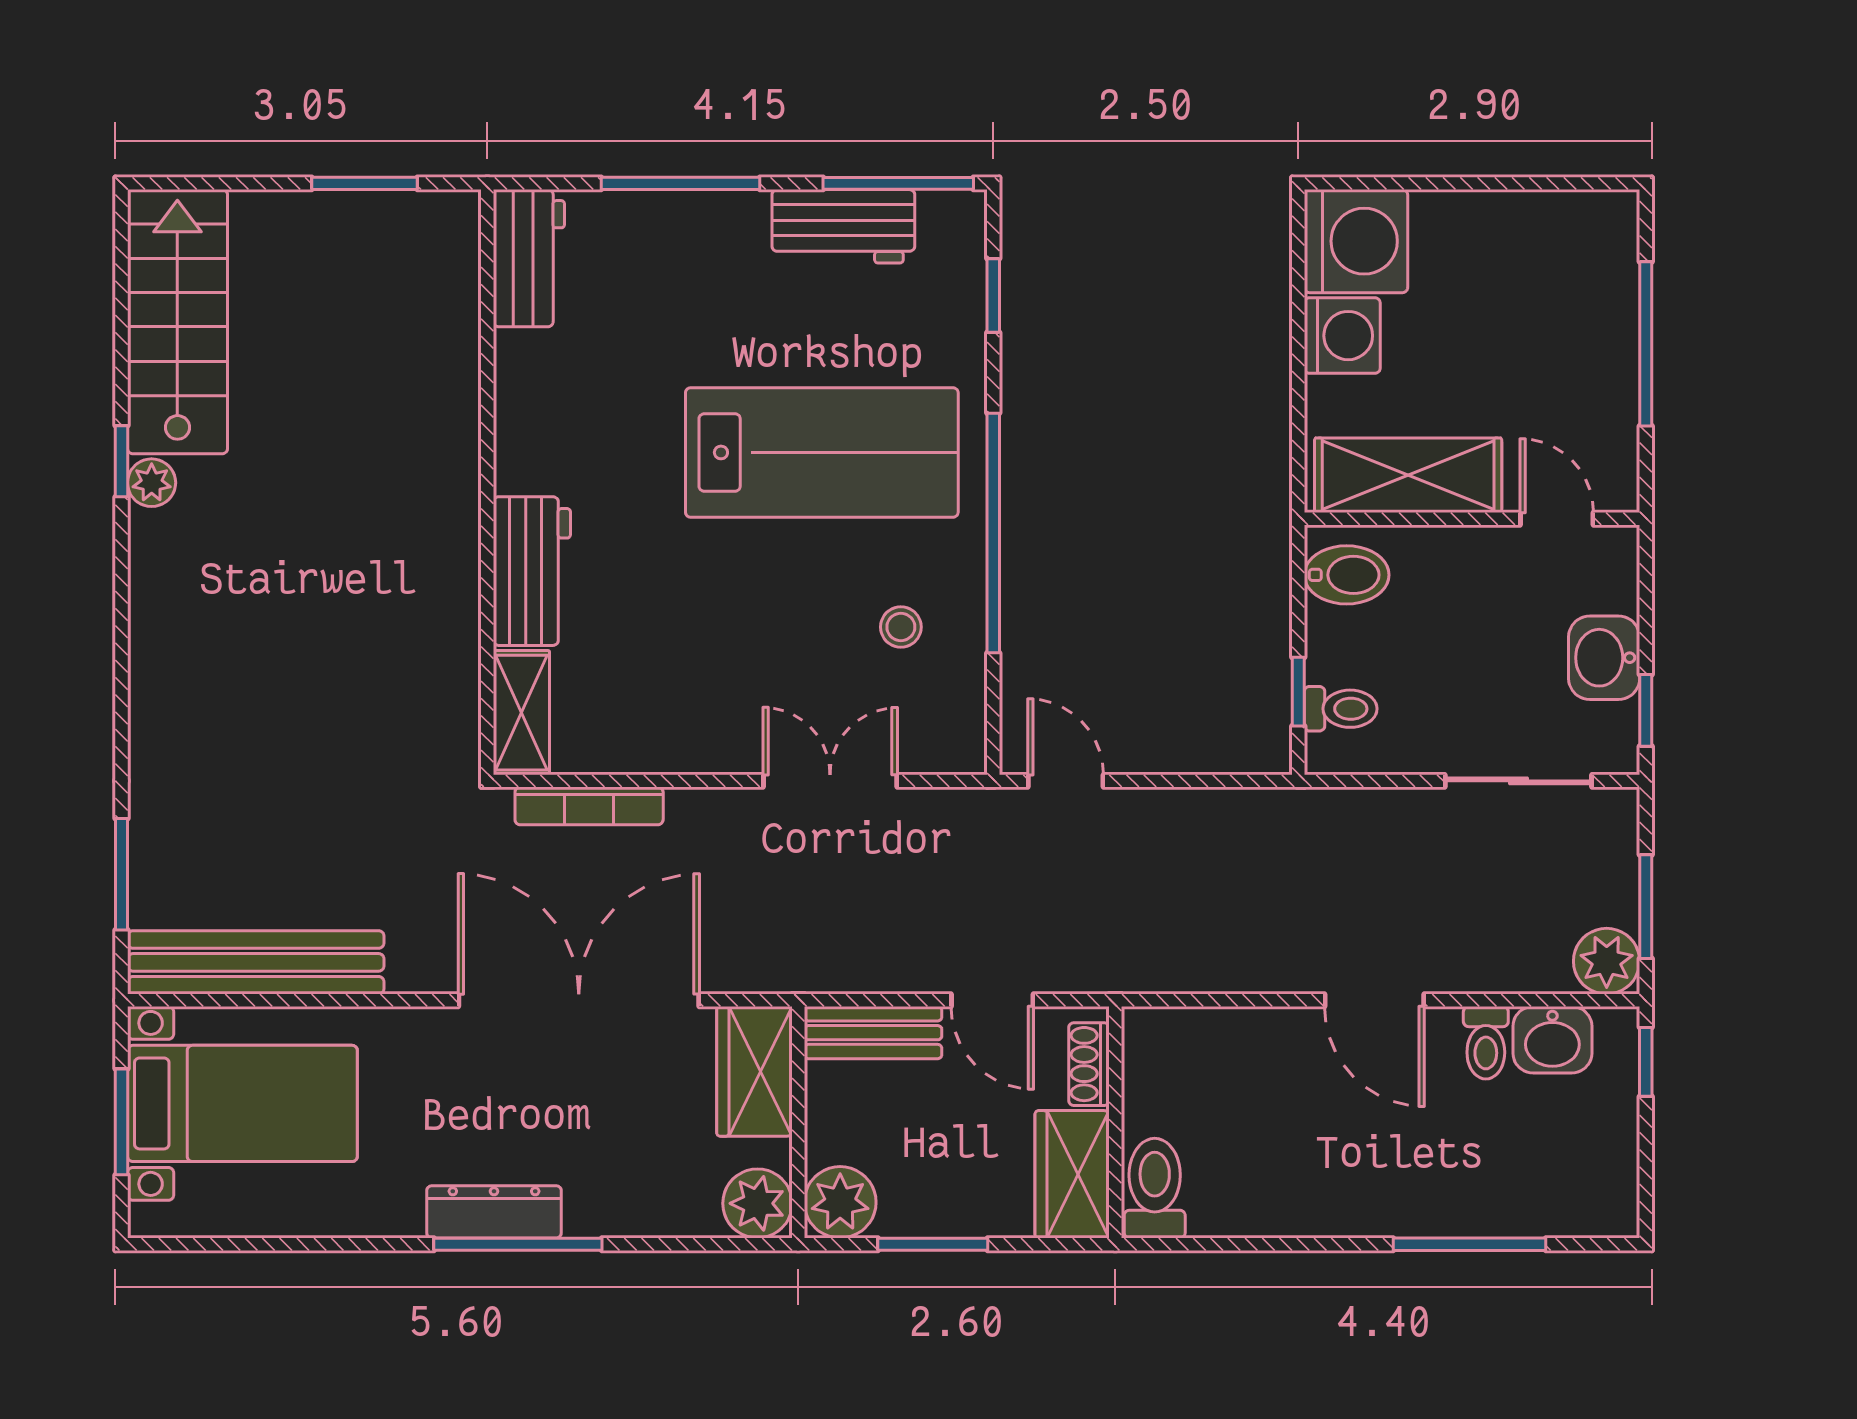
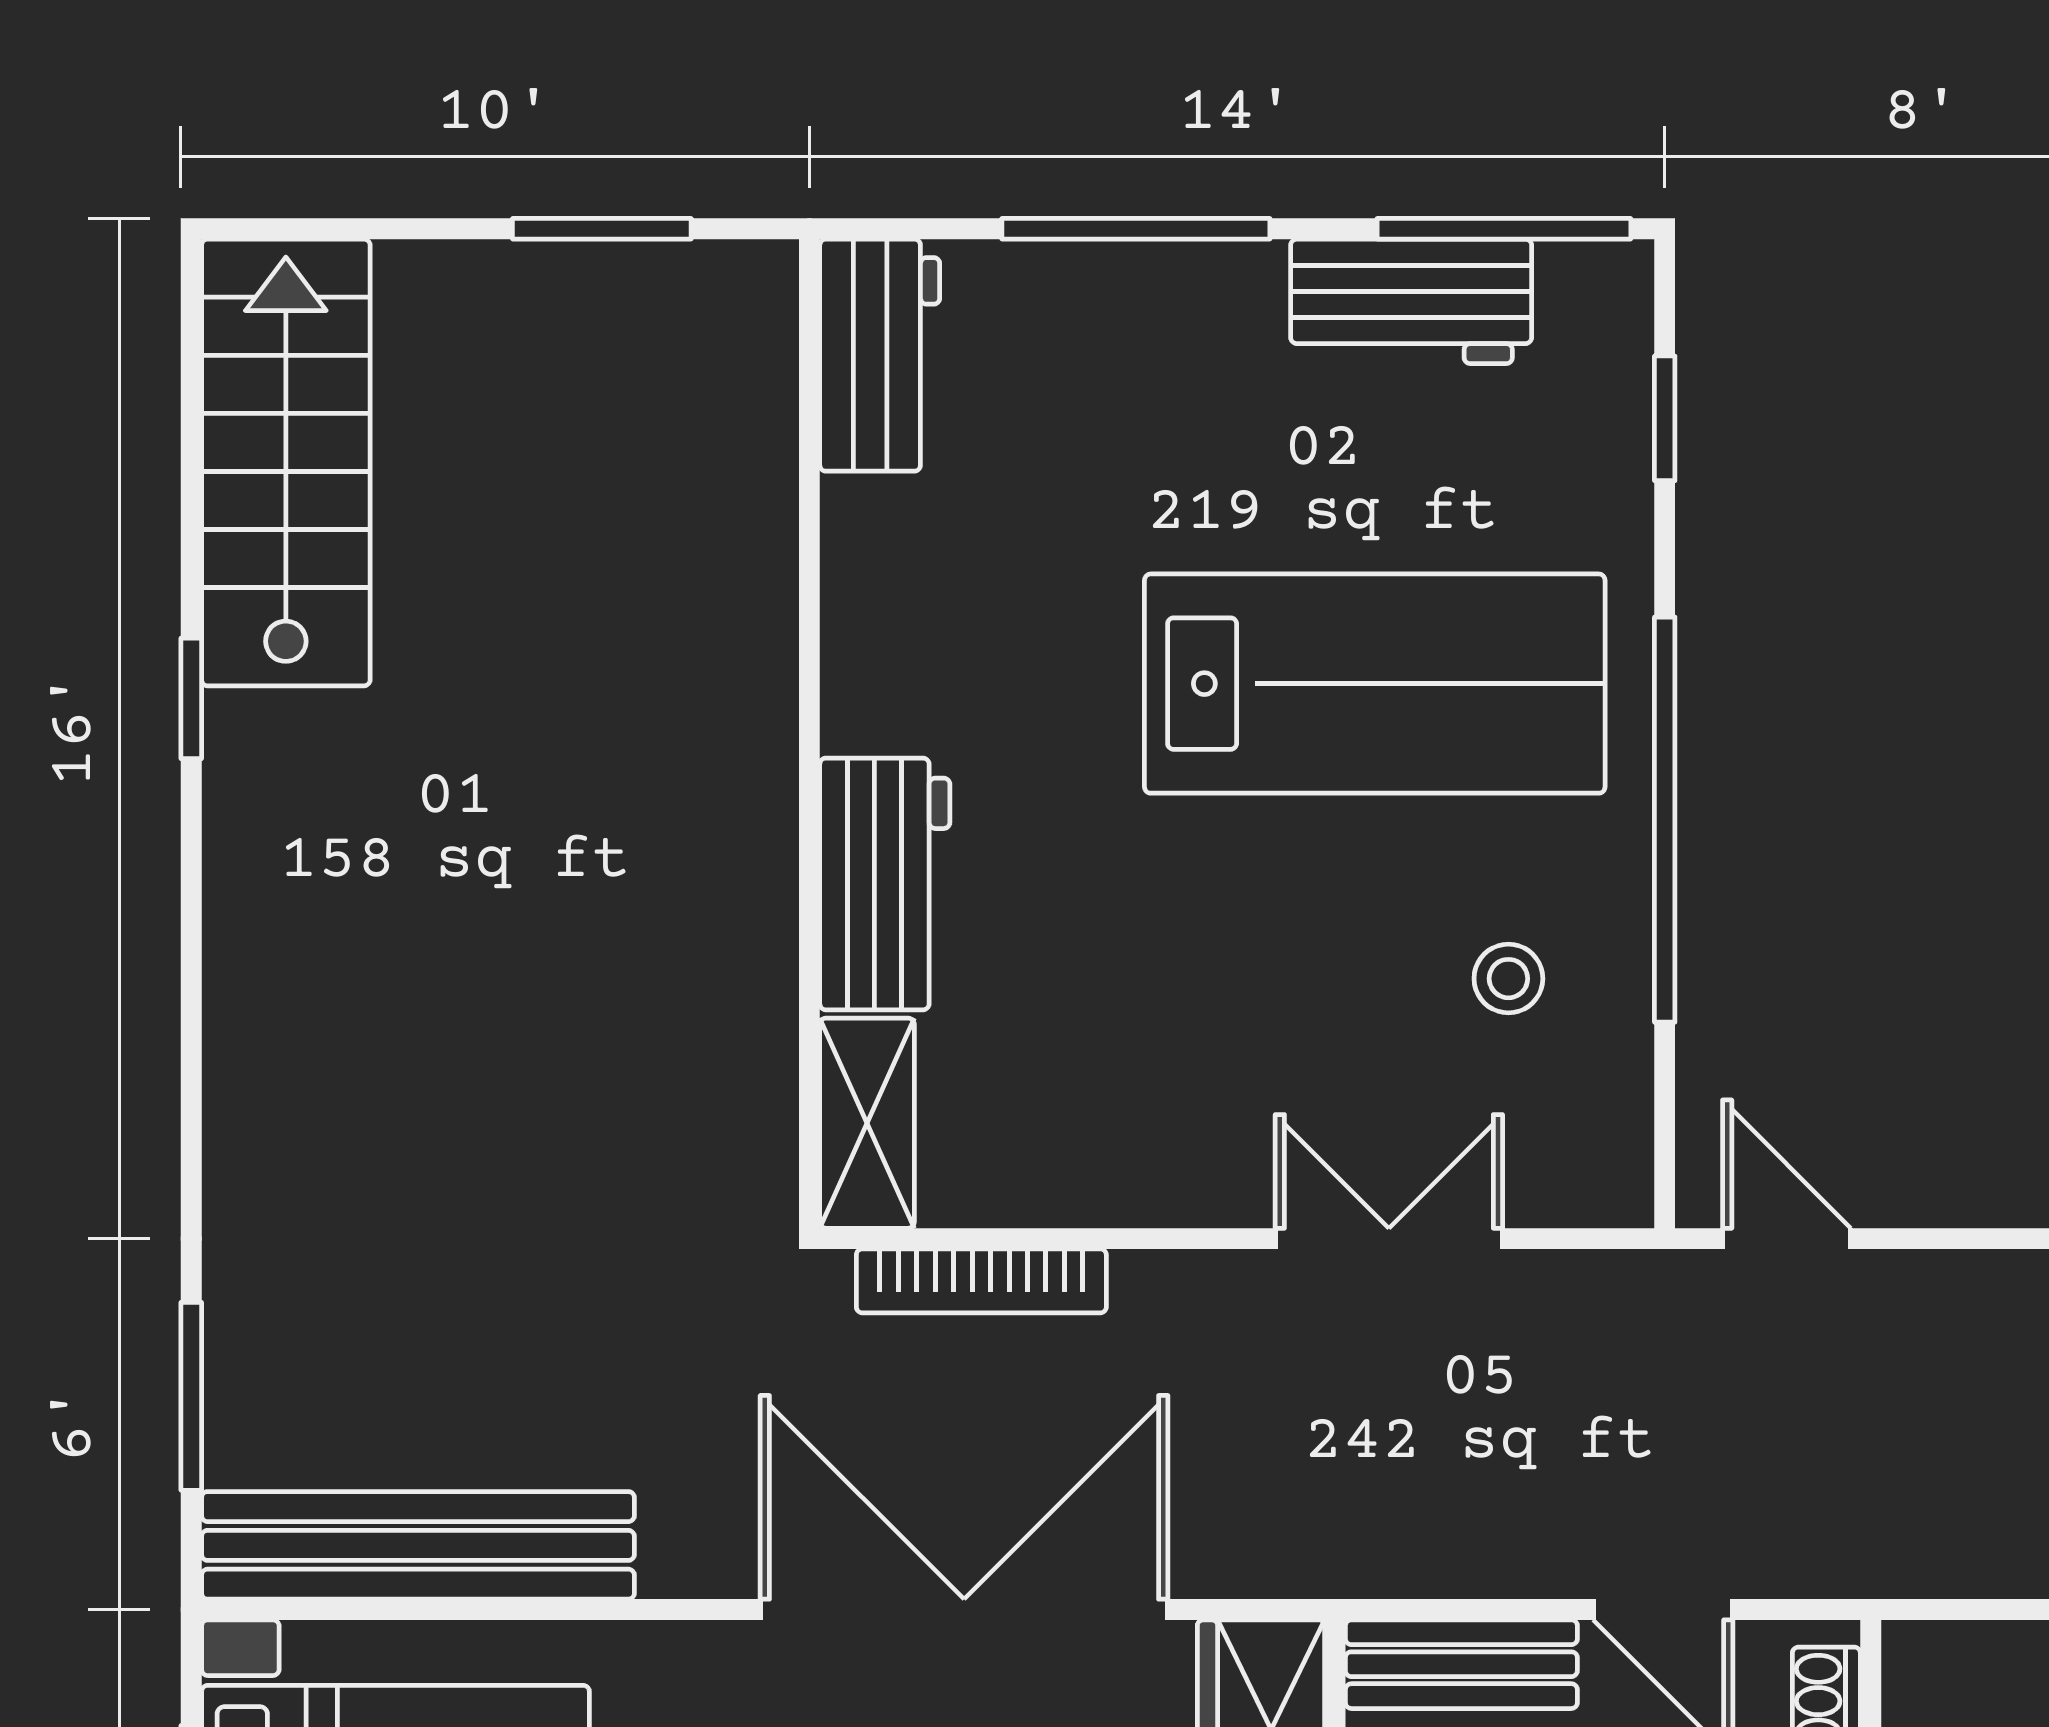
plant: (152, 483) -> (242, 735), removed

